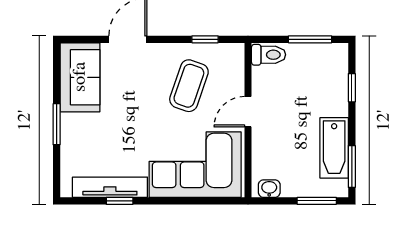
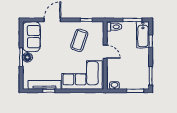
door: (248, 112) -> (105, 52), swing flipped
floor lamp: (71, 125) -> (27, 57), added
bathtub: (334, 148) -> (143, 35), moved

